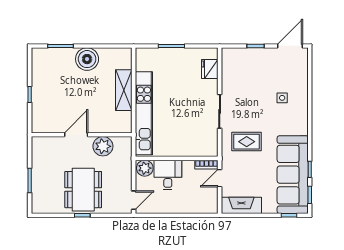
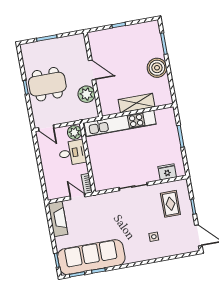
rug: (247, 142) -> (170, 204), moved

